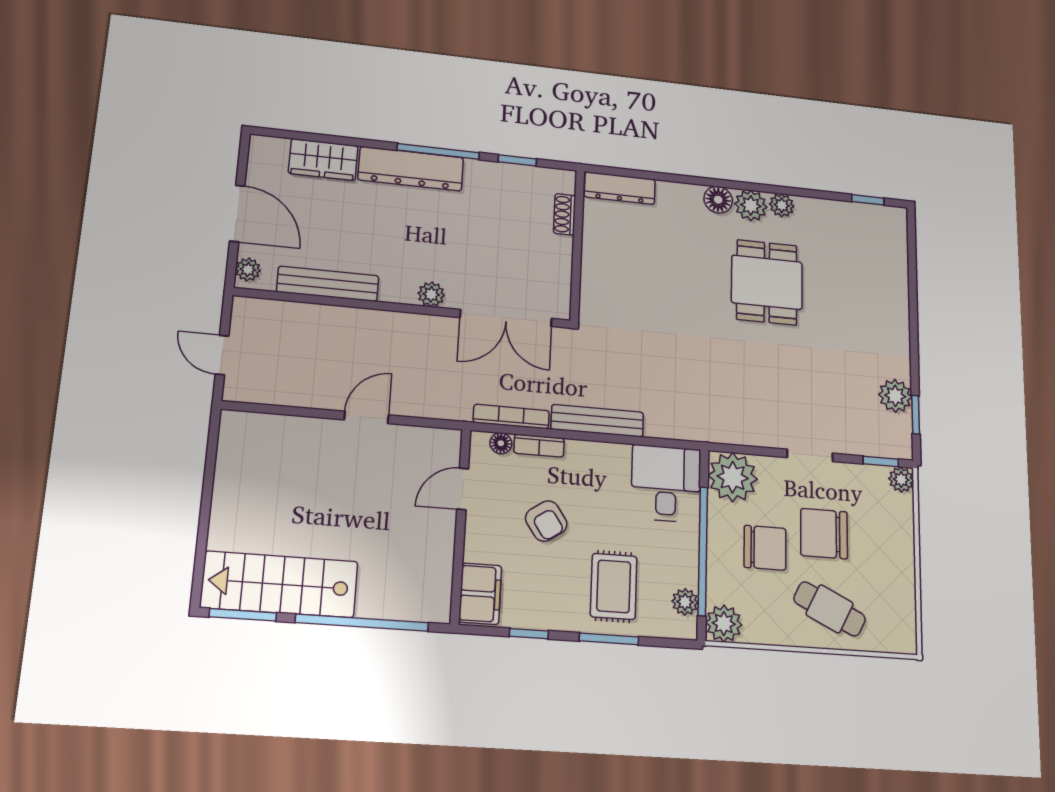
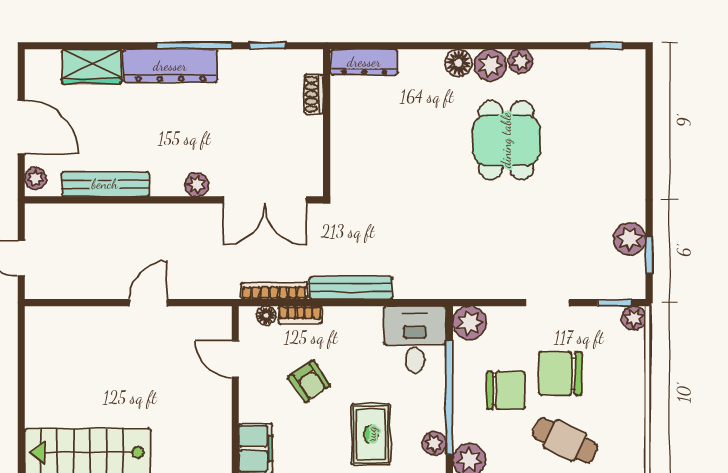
plant: (733, 477) -> (469, 323), width x0.73, depth x0.73
door: (463, 489) -> (235, 359), hinge flipped

